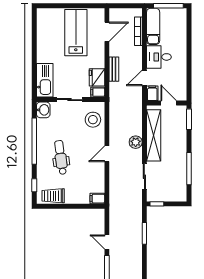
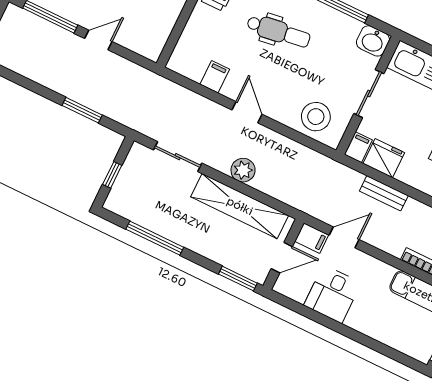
desk: (159, 57) -> (332, 294), moved, turned 180
door: (144, 78) -> (344, 237), hinge flipped
filing cabinet: (97, 199) -> (215, 77), moved
window: (157, 204) -> (112, 175), moved

